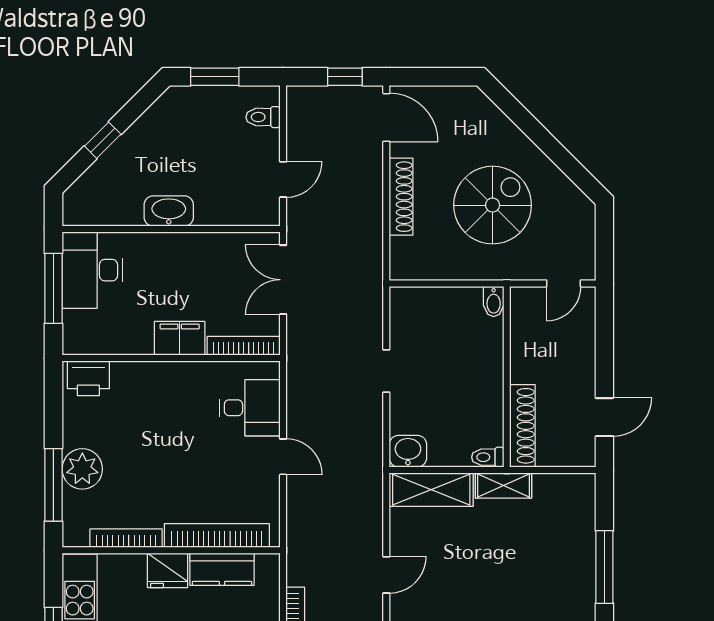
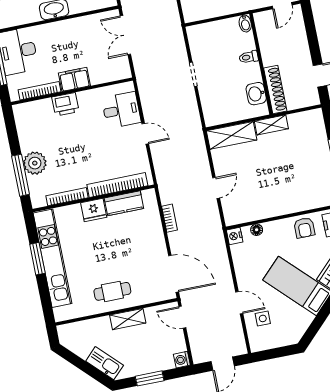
bookcase: (244, 346) -> (40, 91), moved
printer: (88, 378) -> (65, 104), moved
washbasin: (408, 451) -> (256, 94), moved, turned -90
toilet: (488, 457) -> (249, 57), moved

